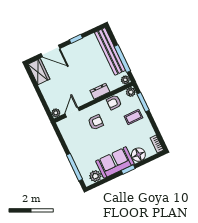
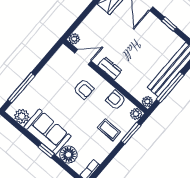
dresser: (100, 91) -> (110, 68), moved

